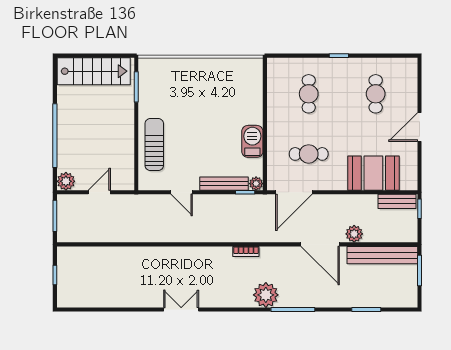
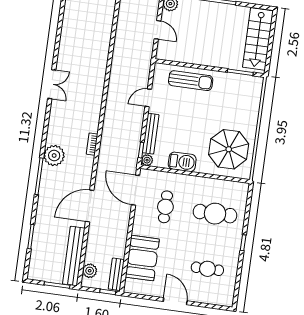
parasol: (230, 88) -> (229, 149), added
cafe table: (309, 94) -> (215, 214), width x1.37, depth x1.35
plant: (354, 234) -> (90, 271), moved

